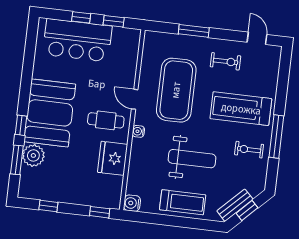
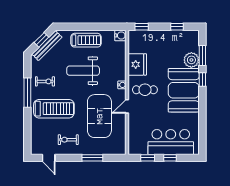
door: (135, 99) -> (127, 106), swing flipped
treadmill: (183, 202) -> (86, 40), turned 180
bench: (235, 205) -> (47, 46), width x1.36

